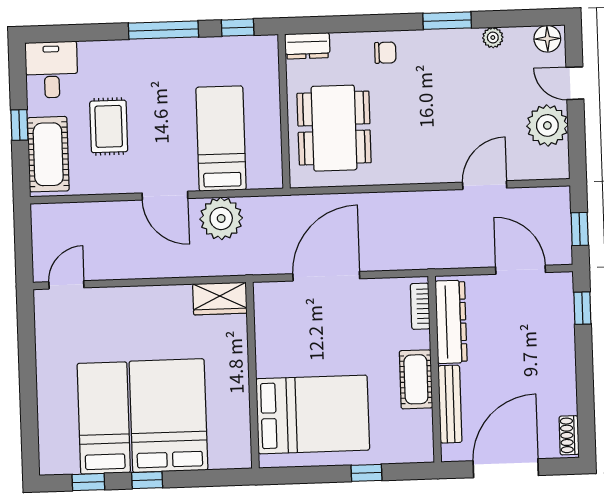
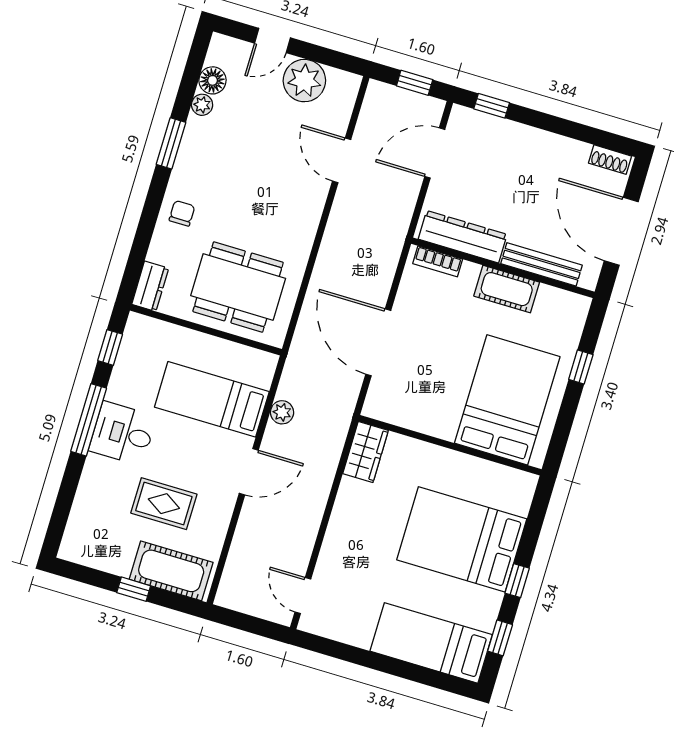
floor lamp: (547, 39) -> (212, 80), moved
desk: (52, 70) -> (123, 433), moved
plant: (221, 218) -> (282, 412), width x0.53, depth x0.53
bed: (104, 418) -> (431, 643), moved

